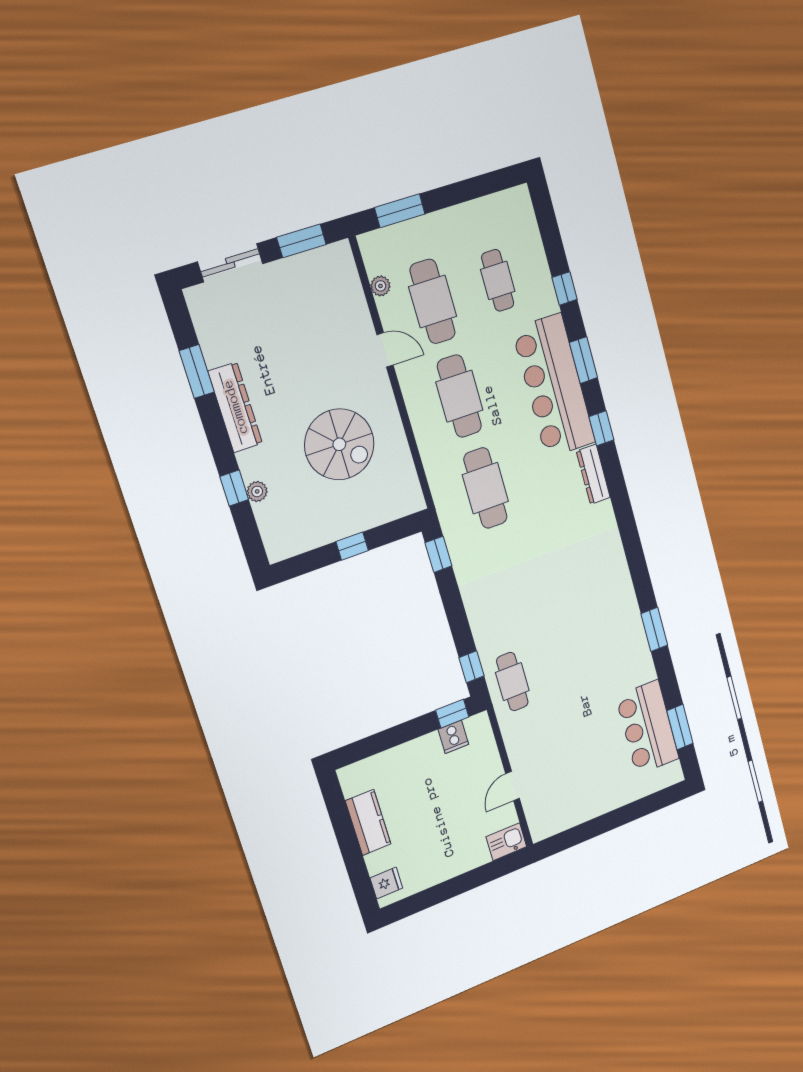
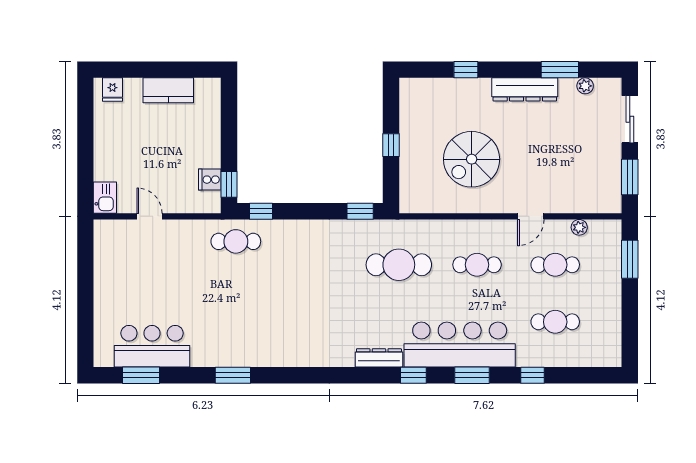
cafe table: (433, 301) -> (555, 265), width x0.73, depth x0.74
cafe table: (459, 396) -> (477, 265), width x0.73, depth x0.74
plant: (257, 491) -> (585, 86), moved

